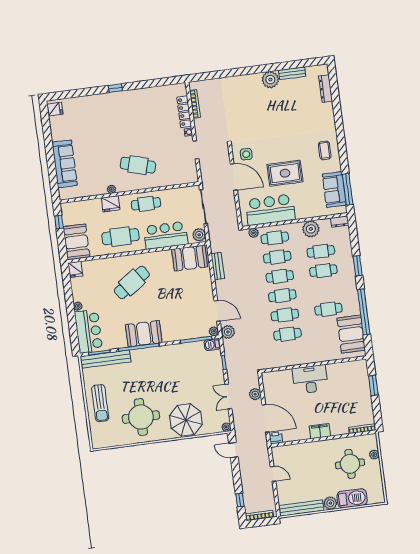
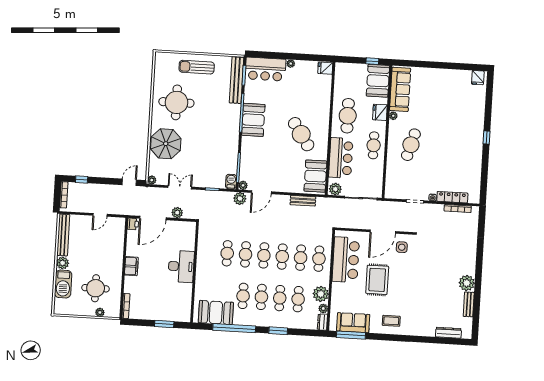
sofa: (65, 164) -> (400, 89), moved, turned -90
plant: (254, 233) -> (323, 309), moved
booth: (76, 242) -> (378, 81), moved, turned 90
cafe table: (132, 282) -> (301, 134), moved
cafe table: (326, 290) -> (261, 297), added

